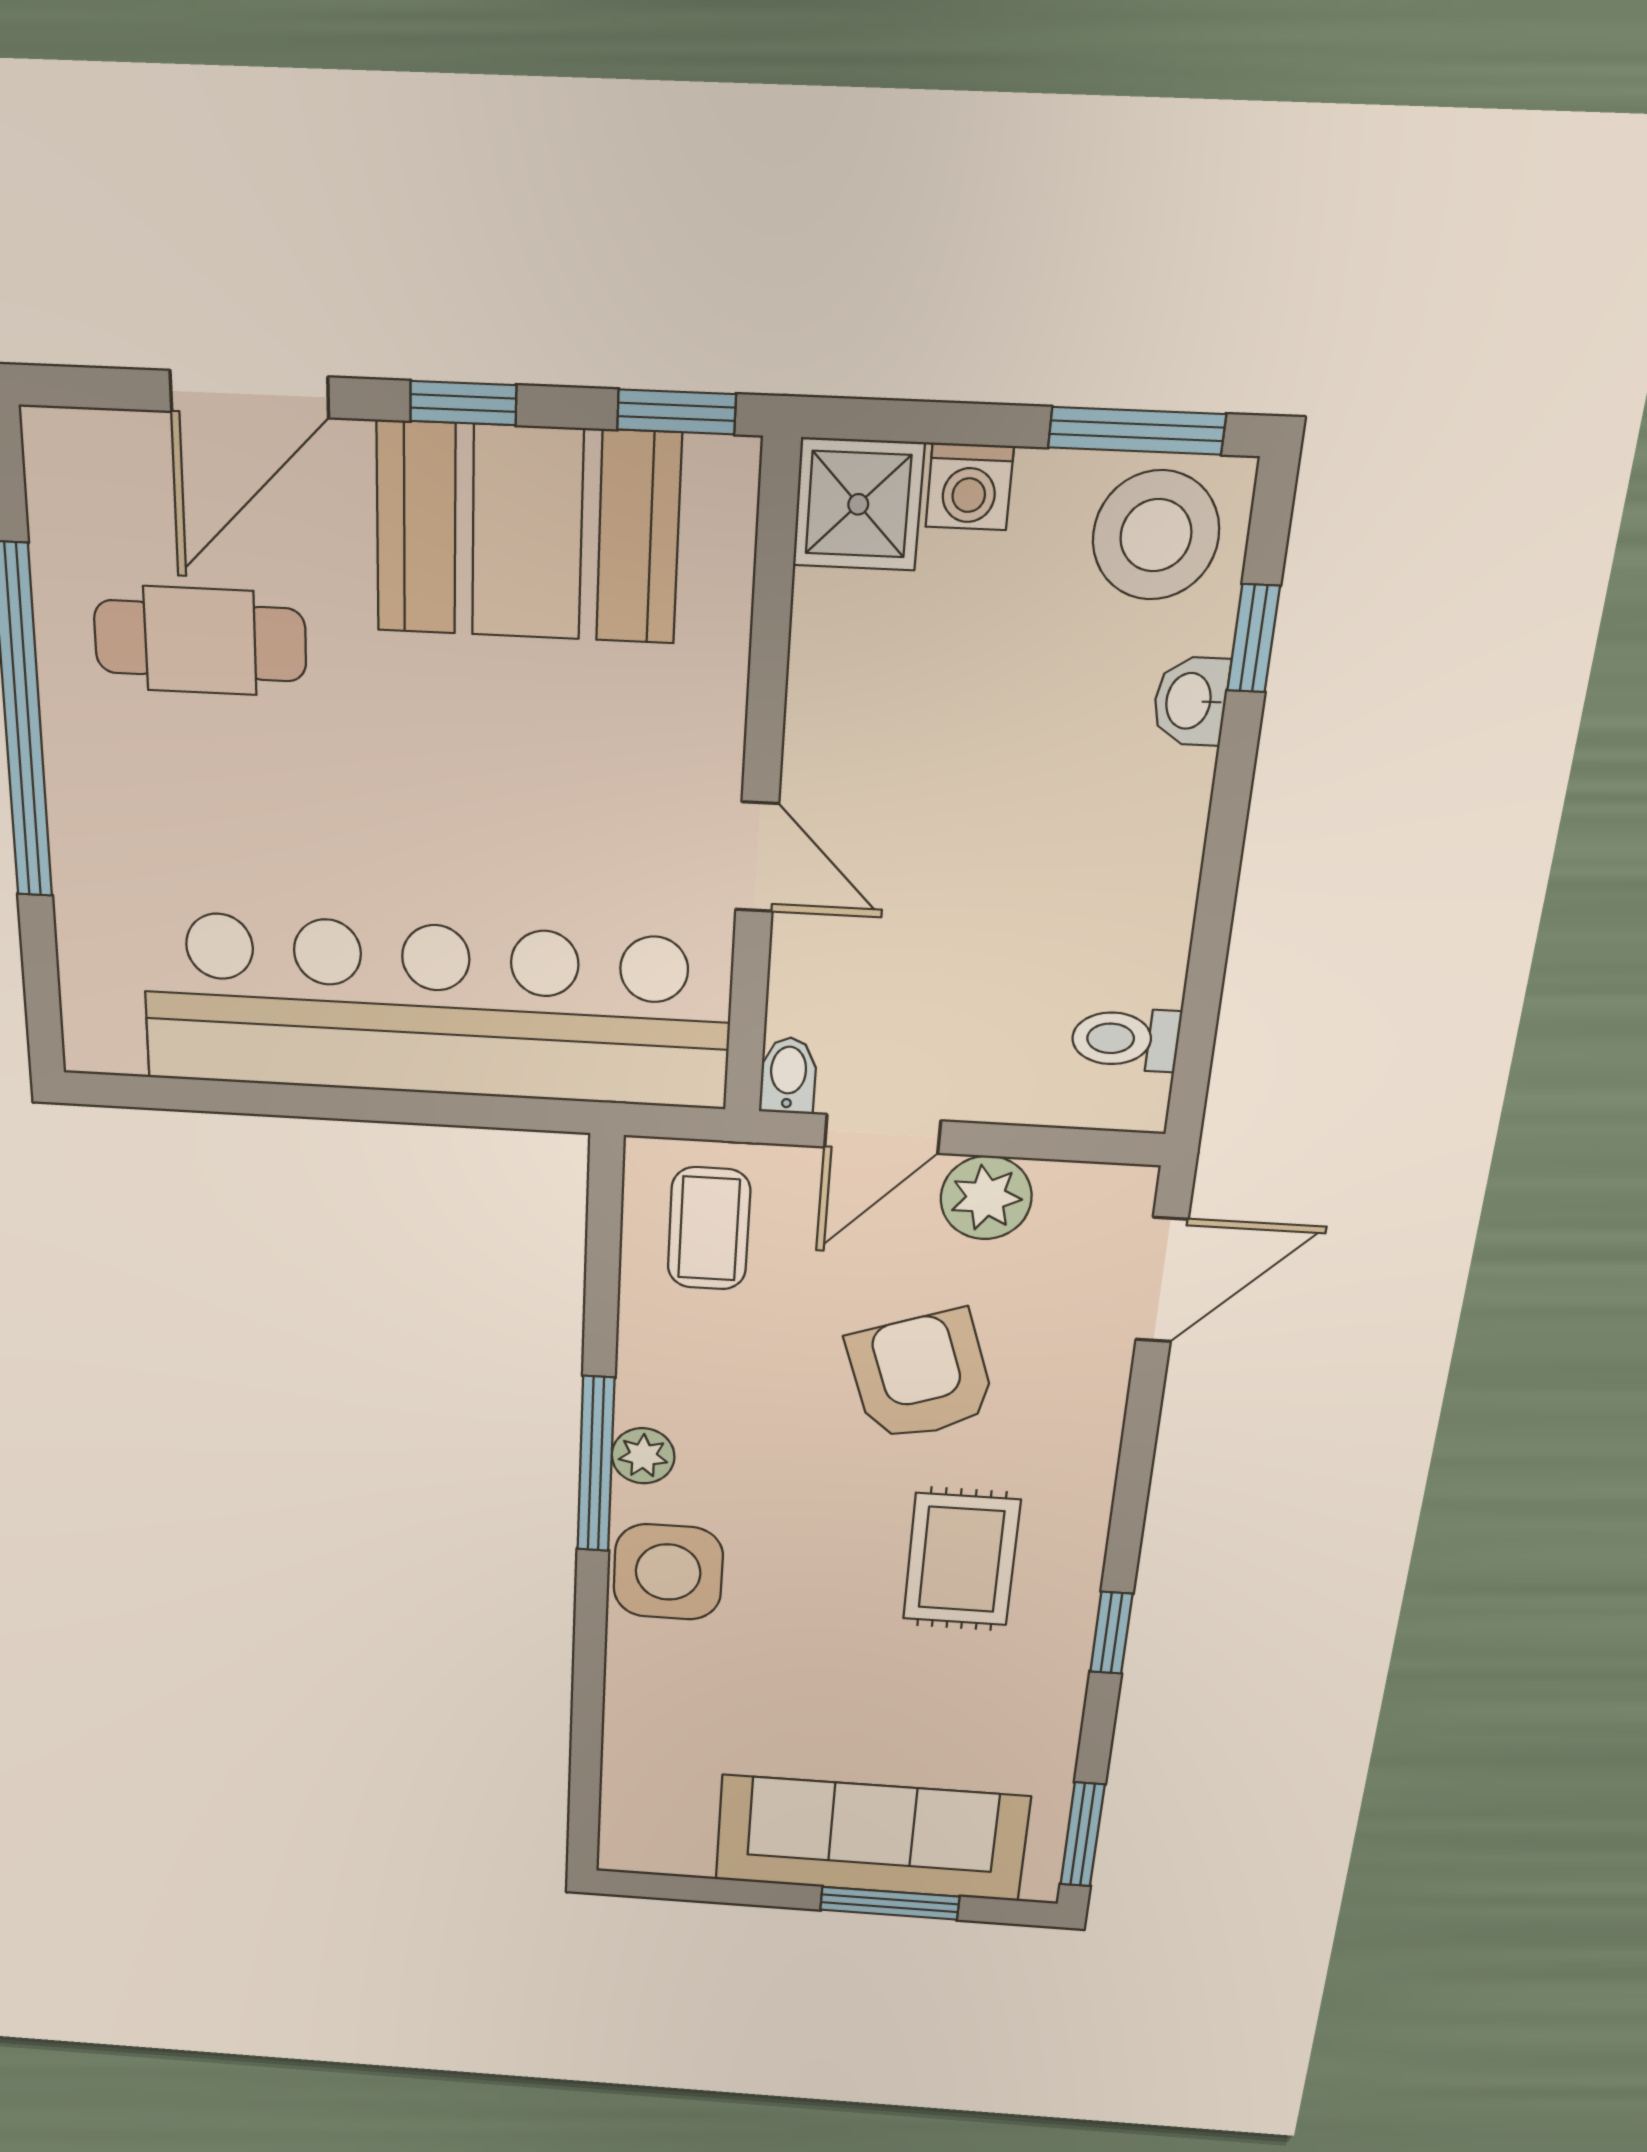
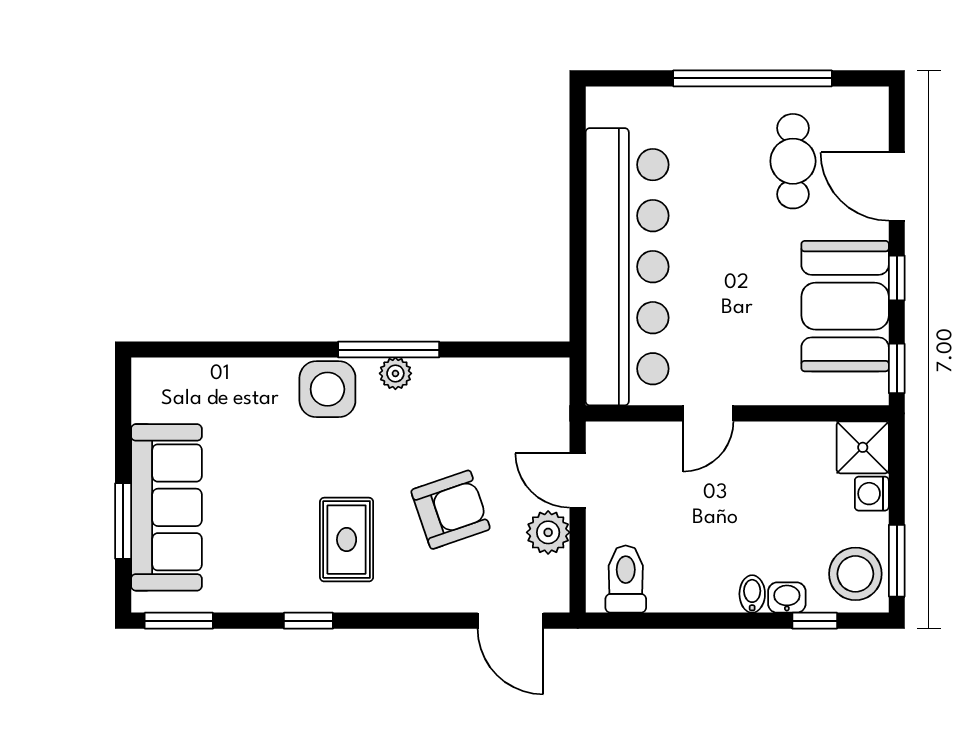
toilet: (1125, 1039) -> (626, 579), width x1.37, depth x1.39
bidet: (788, 1075) -> (752, 594), moved, turned -90
coffee table: (709, 1229) -> (524, 401), removed
rug: (961, 1560) -> (347, 540), turned 90

